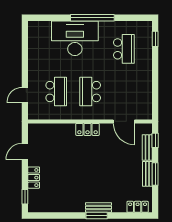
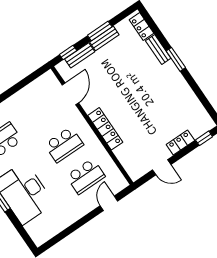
school desk: (56, 92) -> (86, 176), turned 180
door: (25, 95) -> (109, 203), swing flipped
locker: (87, 129) -> (105, 129), width x1.53
bench: (99, 208) -> (158, 49), moved

